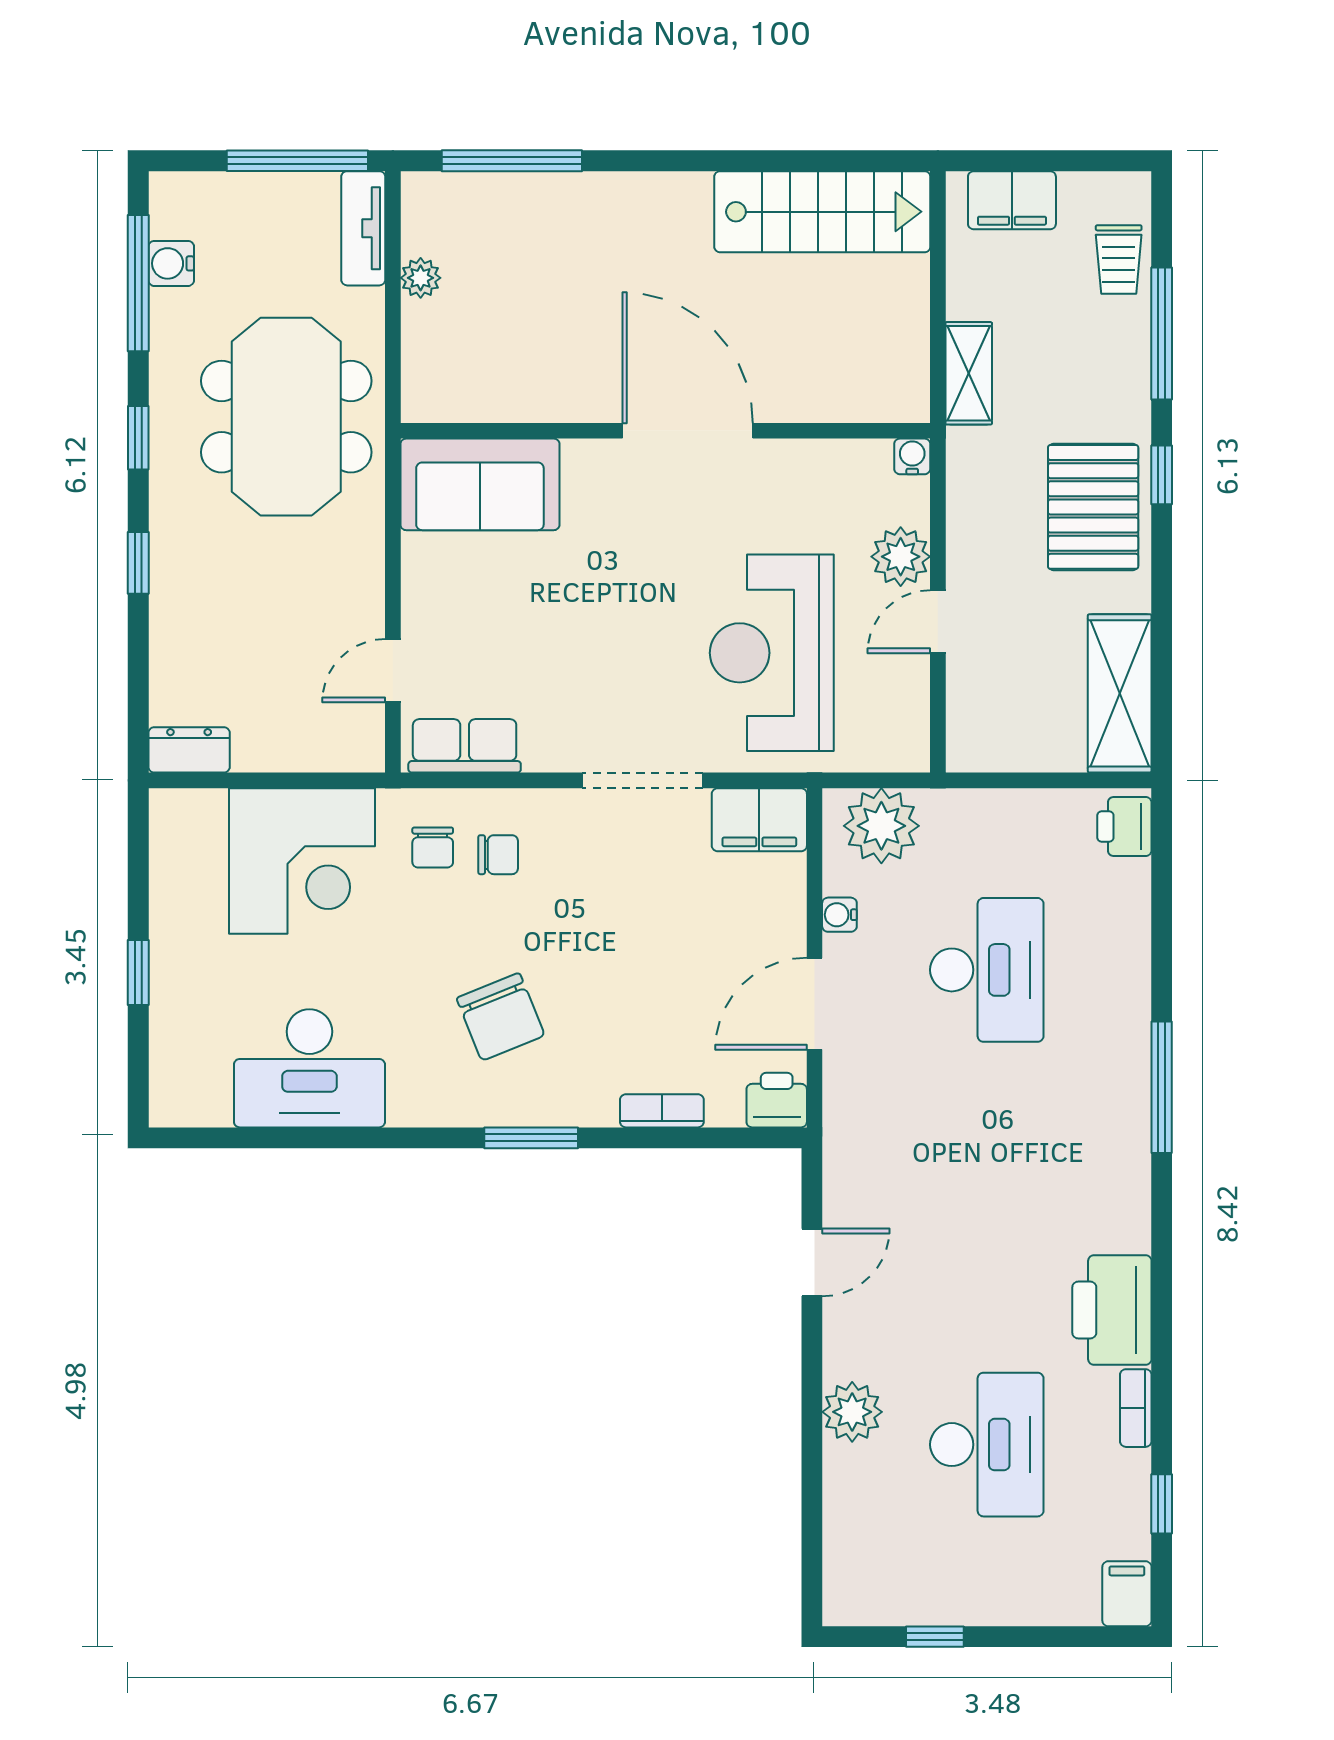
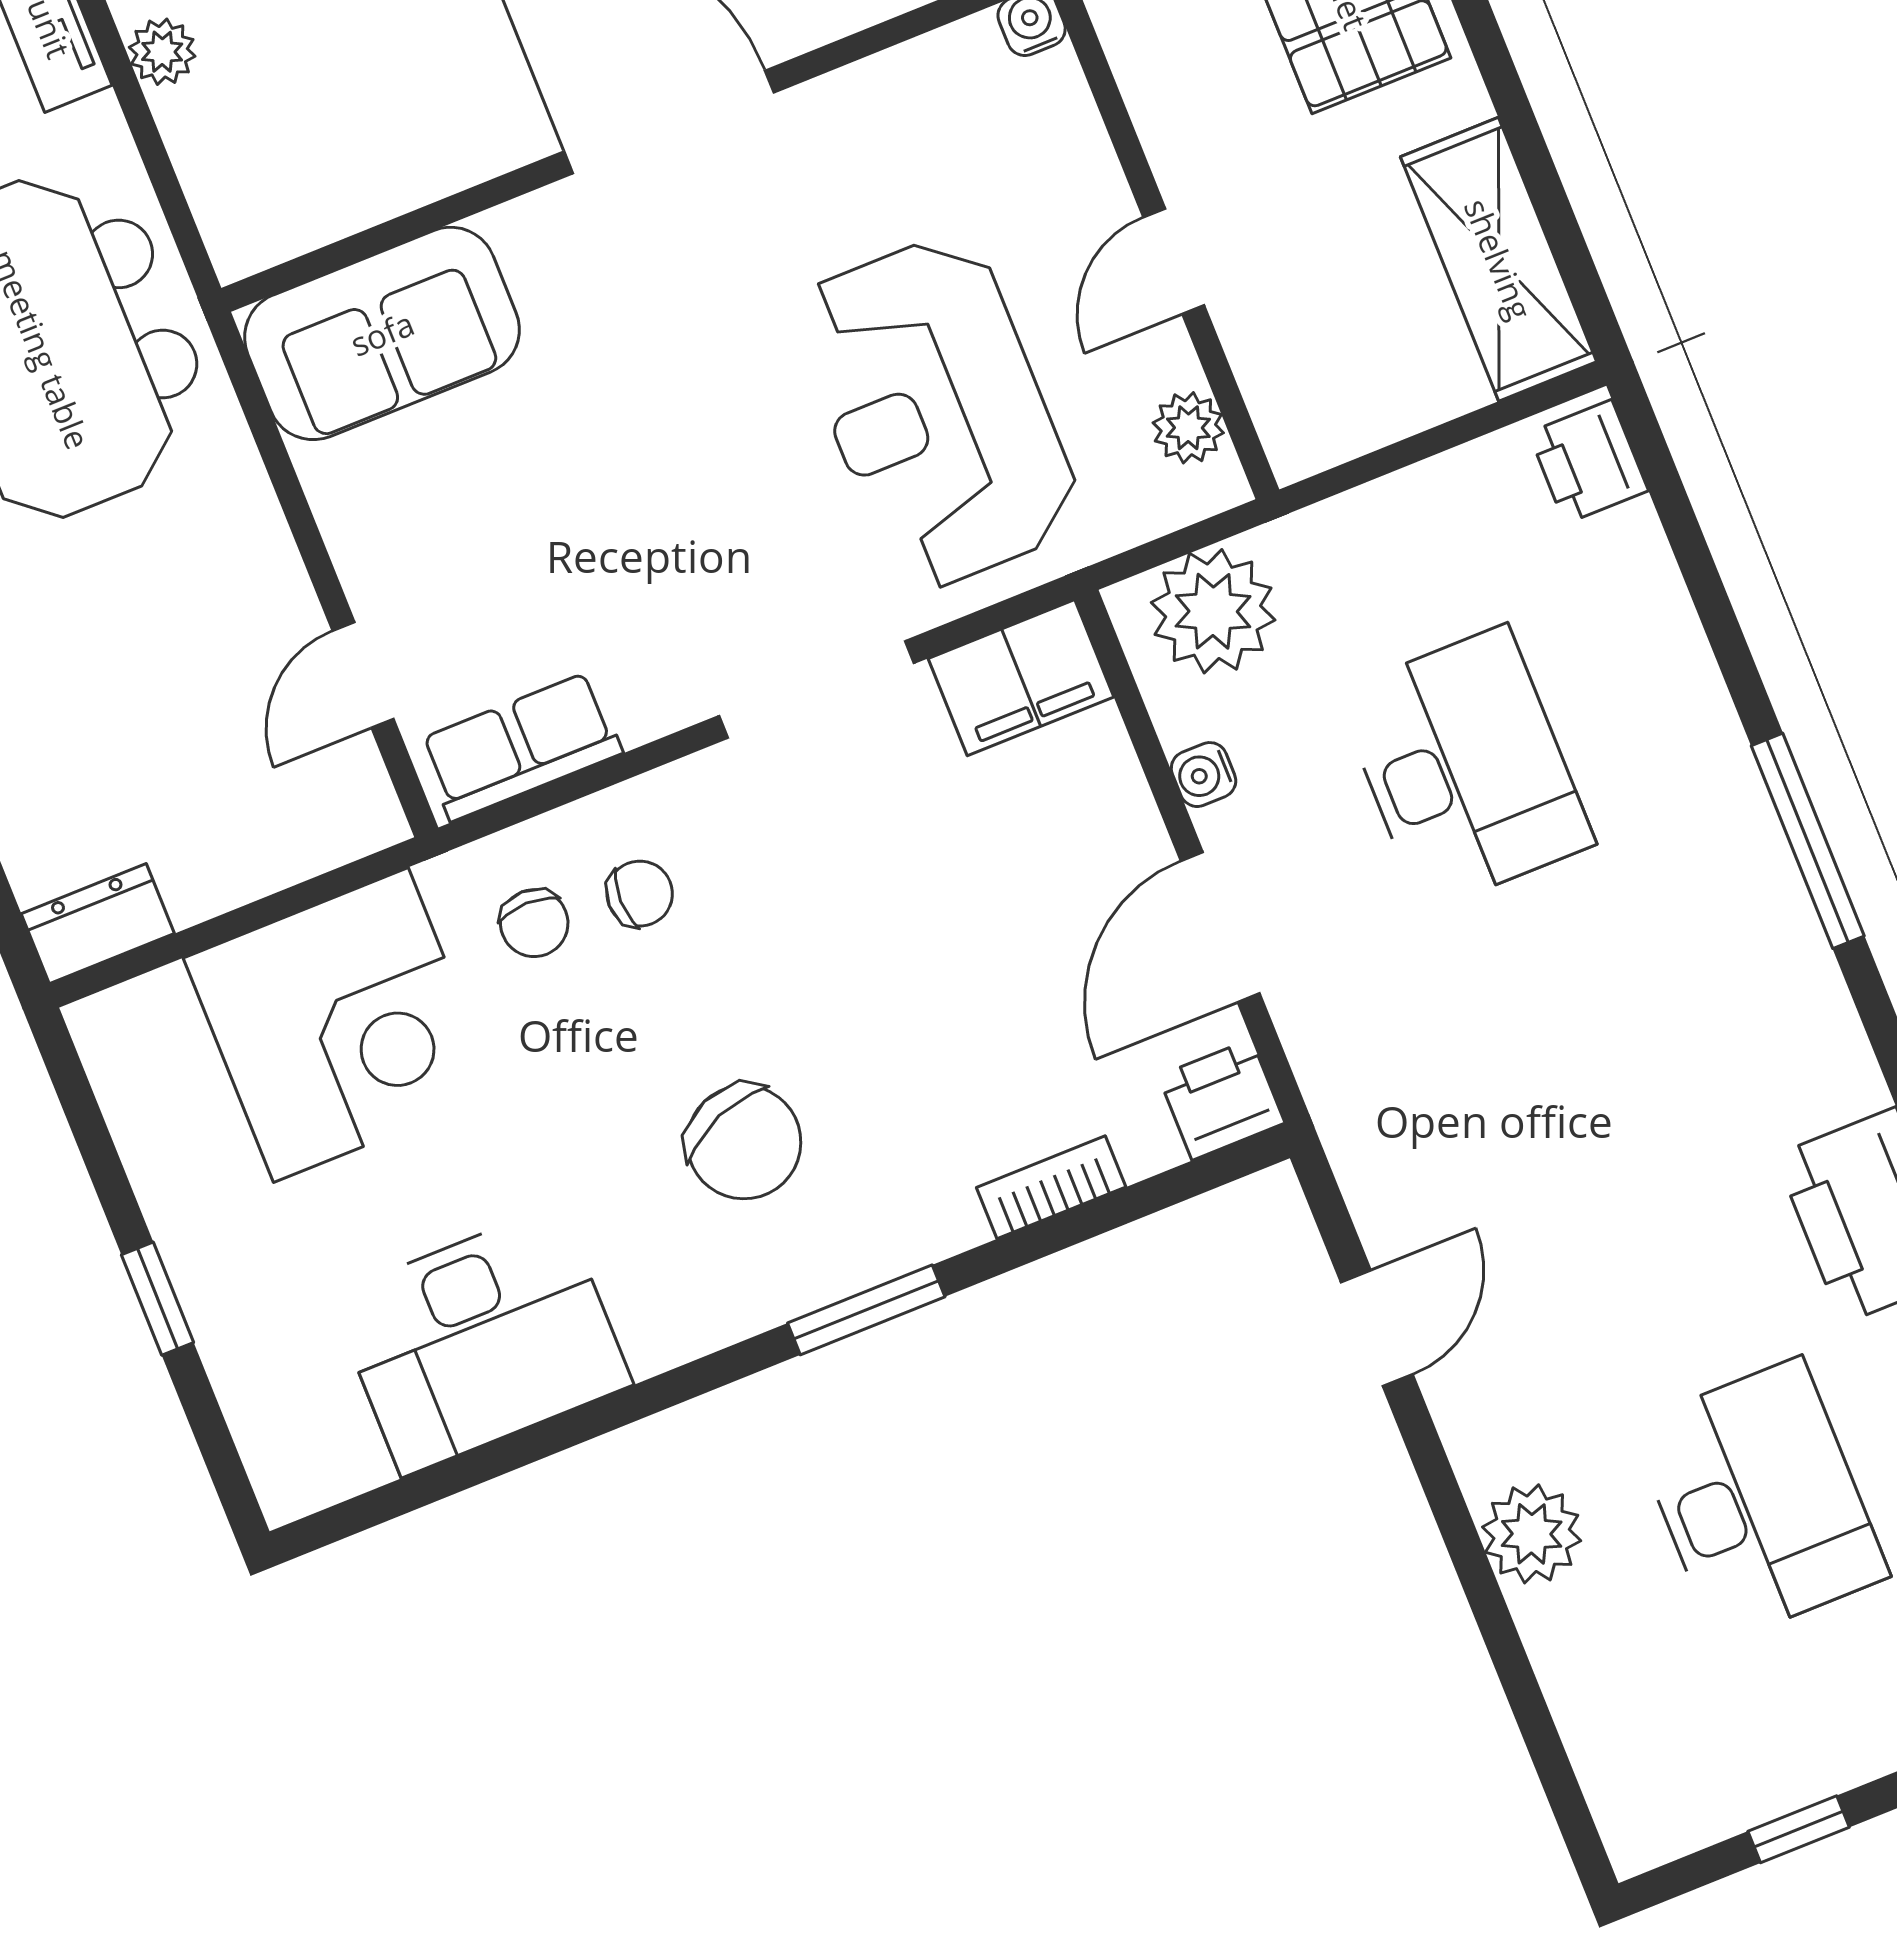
plant: (901, 557) -> (1188, 428), moved, width x0.73, depth x0.73

